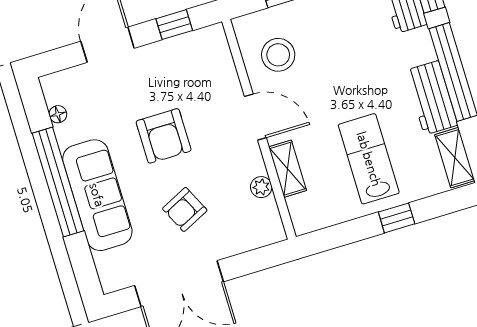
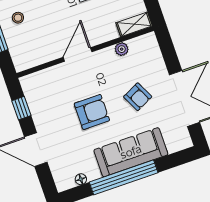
stool: (278, 55) -> (18, 18), moved, width x0.53, depth x0.53
shelving: (288, 169) -> (134, 24), moved

